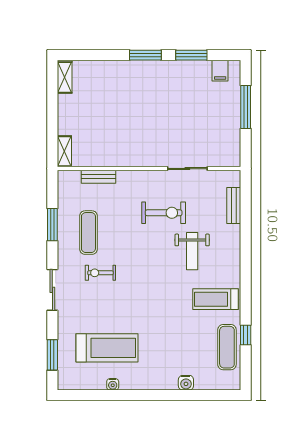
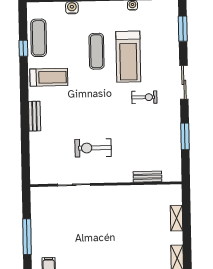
shelving: (64, 151) -> (177, 218), moved
bench: (234, 205) -> (35, 116), moved
exercise mat: (88, 233) -> (97, 51), moved
weight bench: (192, 251) -> (69, 117), removed
treadmill: (107, 348) -> (128, 57), moved, turned -90

